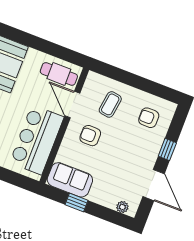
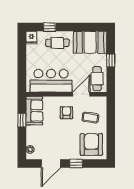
window: (41, 45) -> (111, 60), added
armchair: (149, 118) -> (91, 145), width x1.88, depth x1.88

